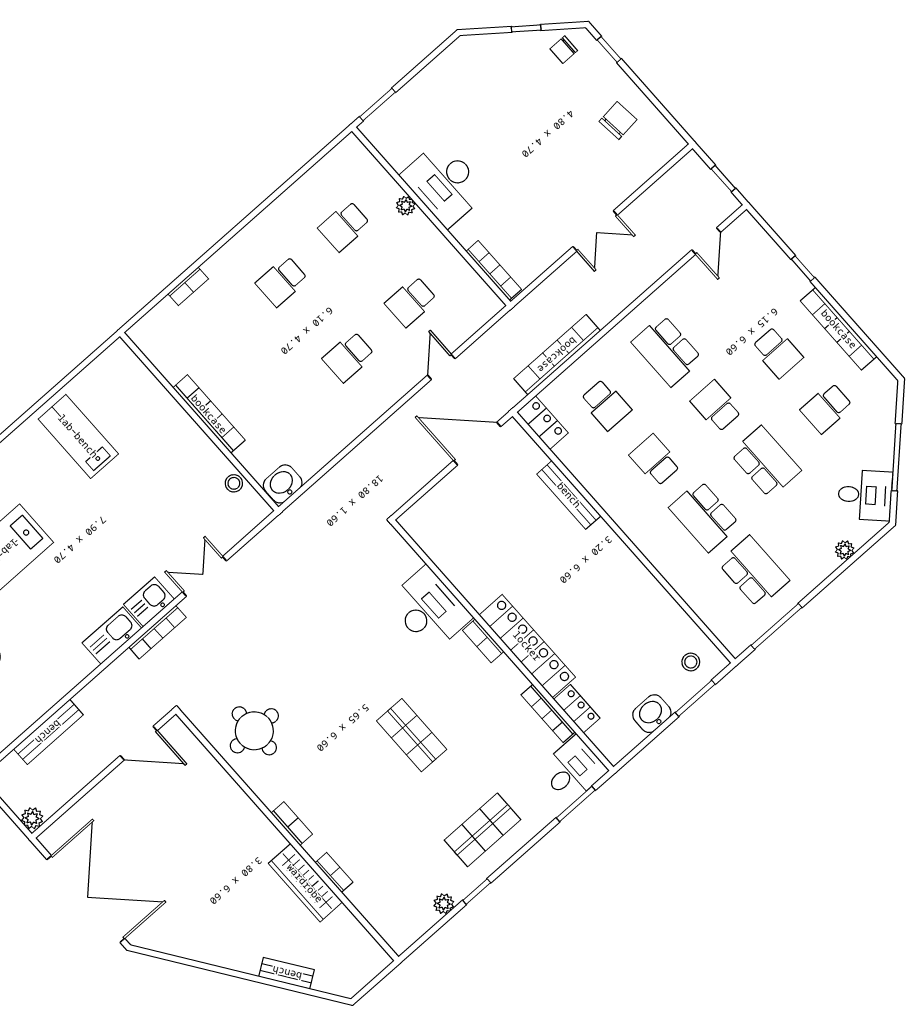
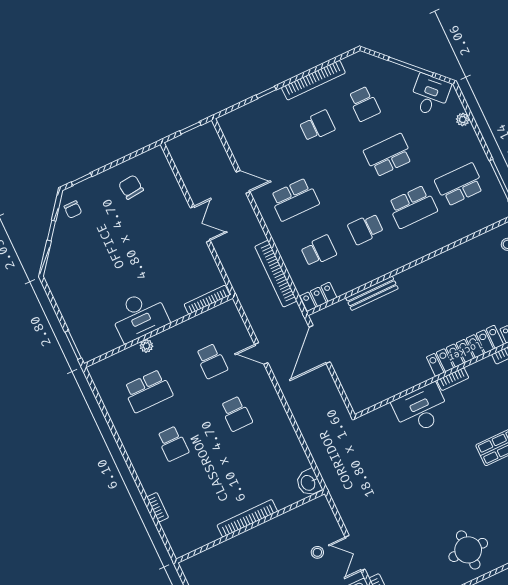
school desk: (344, 226) -> (148, 391), width x1.85
door: (706, 241) -> (243, 182), moved
school desk: (716, 406) -> (341, 177), removed
stool: (234, 483) -> (317, 552), moved

